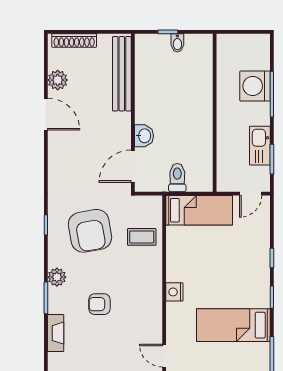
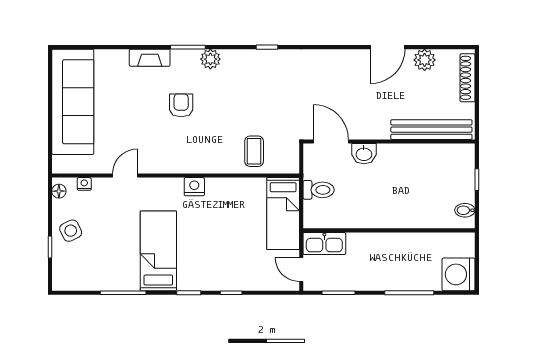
bidet: (177, 43) -> (465, 210), moved
washing machine: (255, 86) -> (459, 274), moved, turned -90
kitchen sink: (260, 146) -> (324, 243), moved, turned 180
armchair: (90, 231) -> (261, 95), removed

